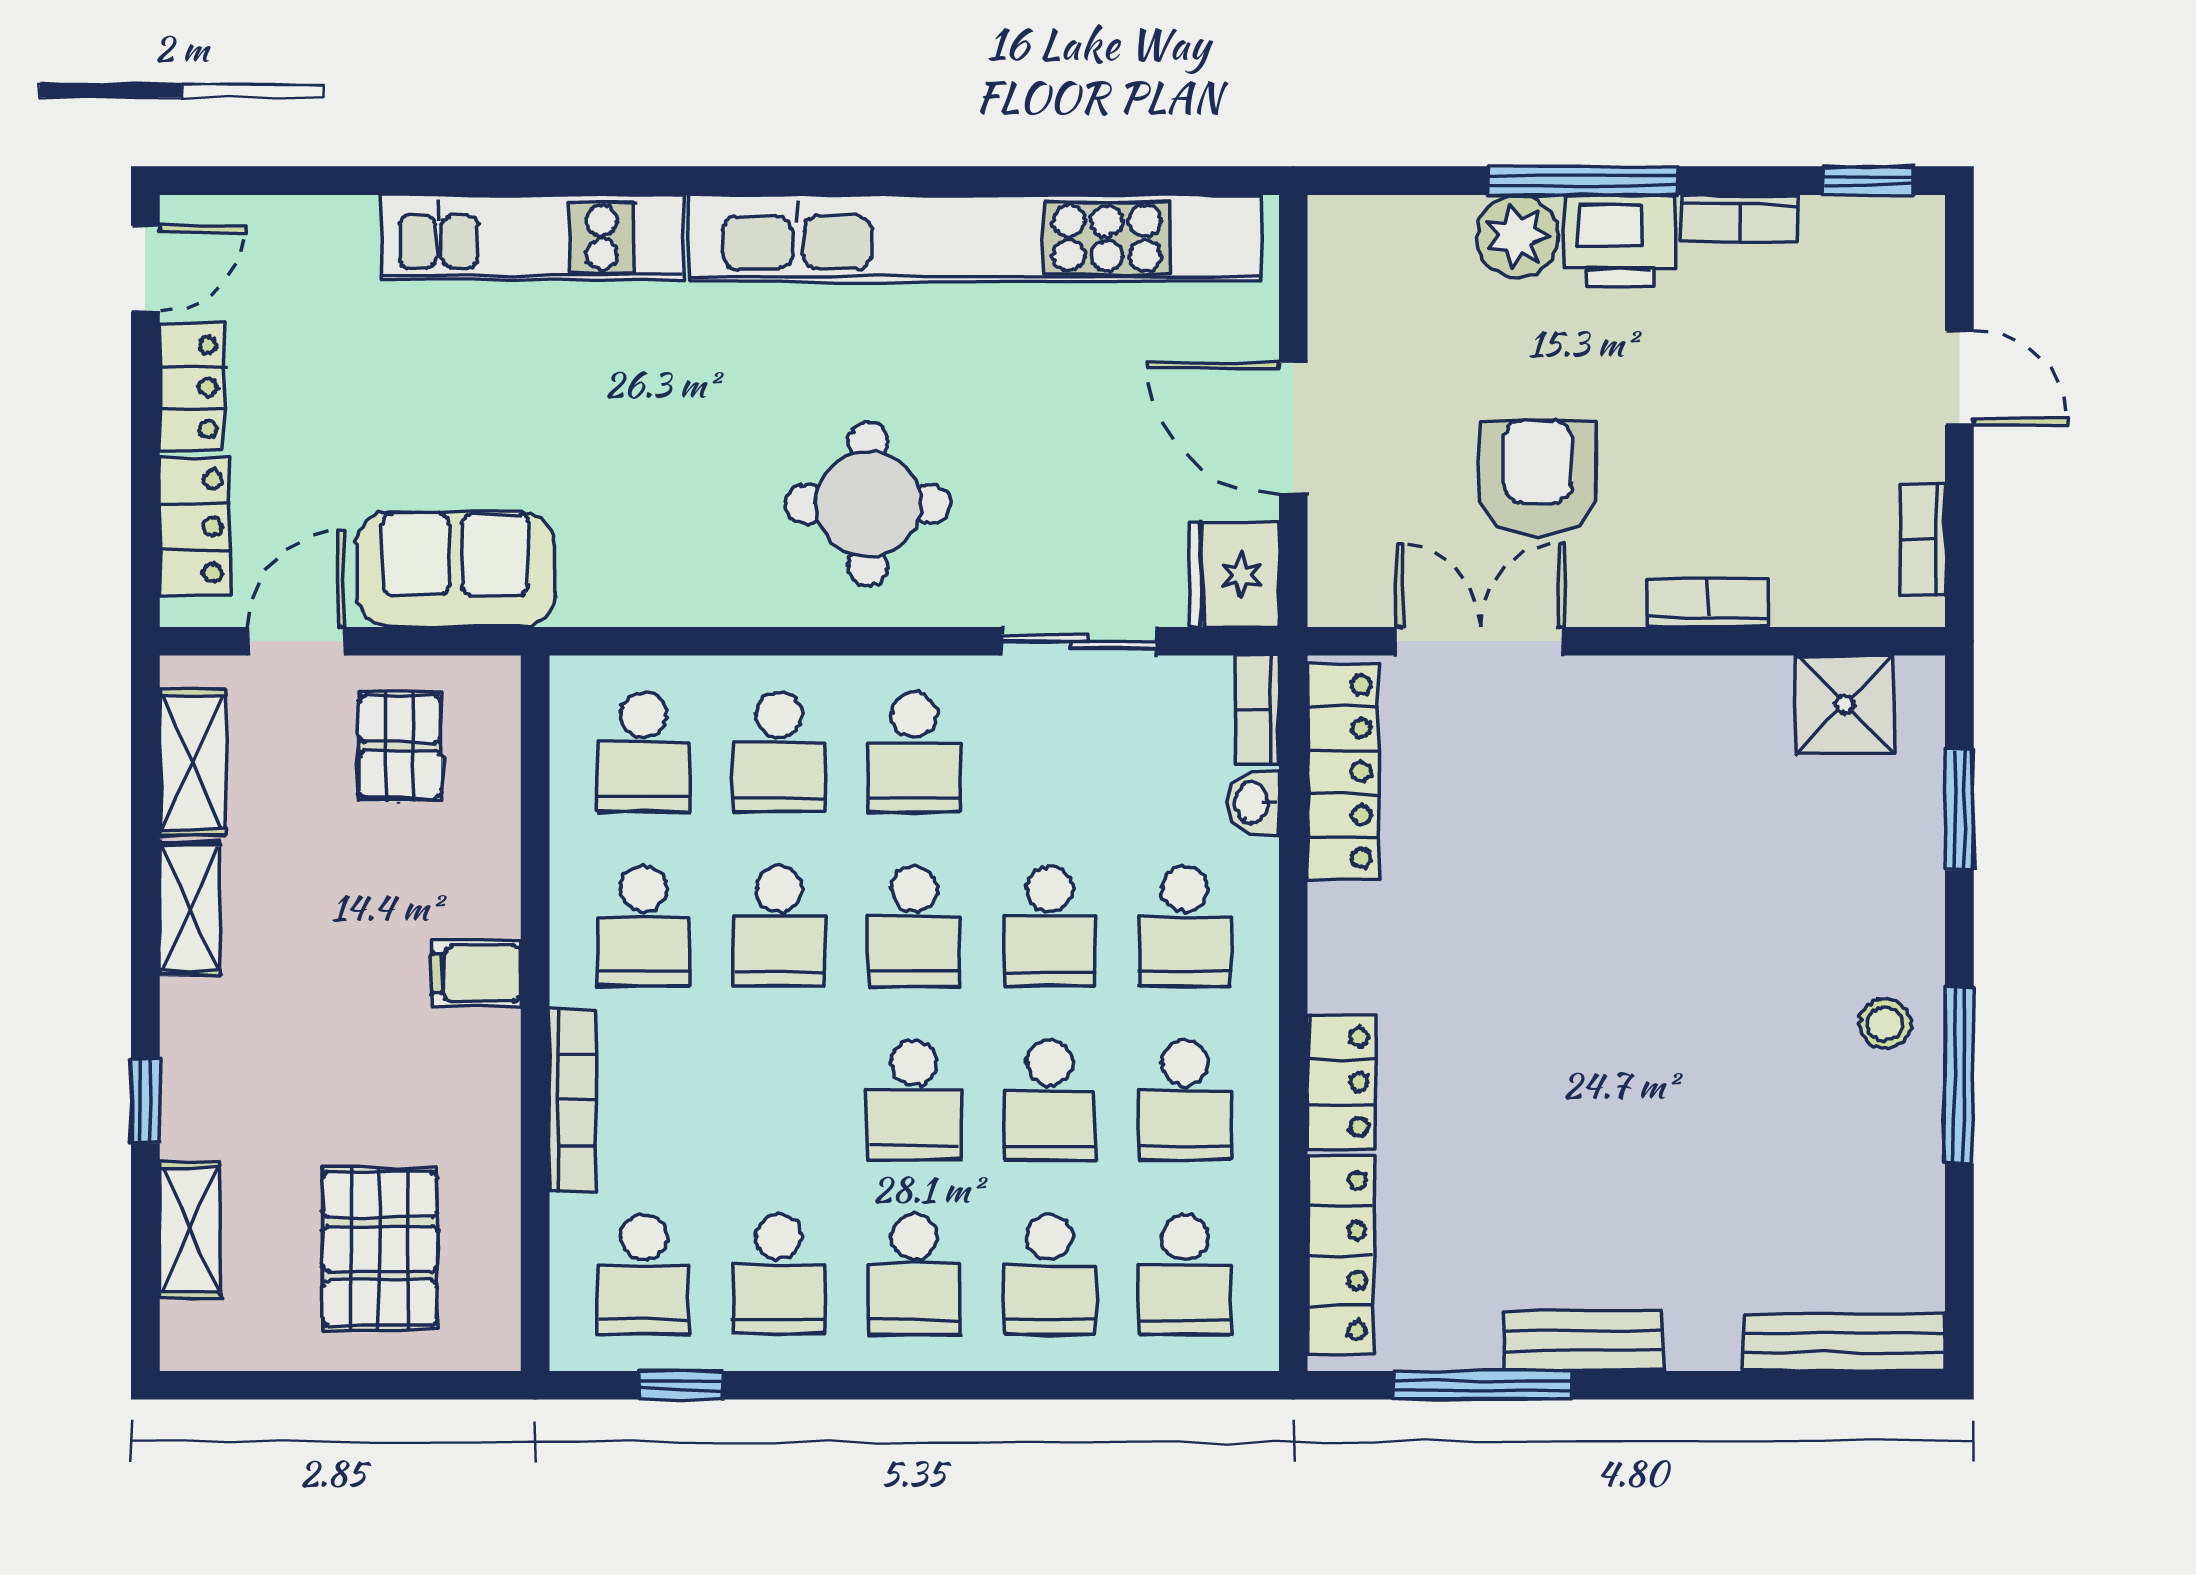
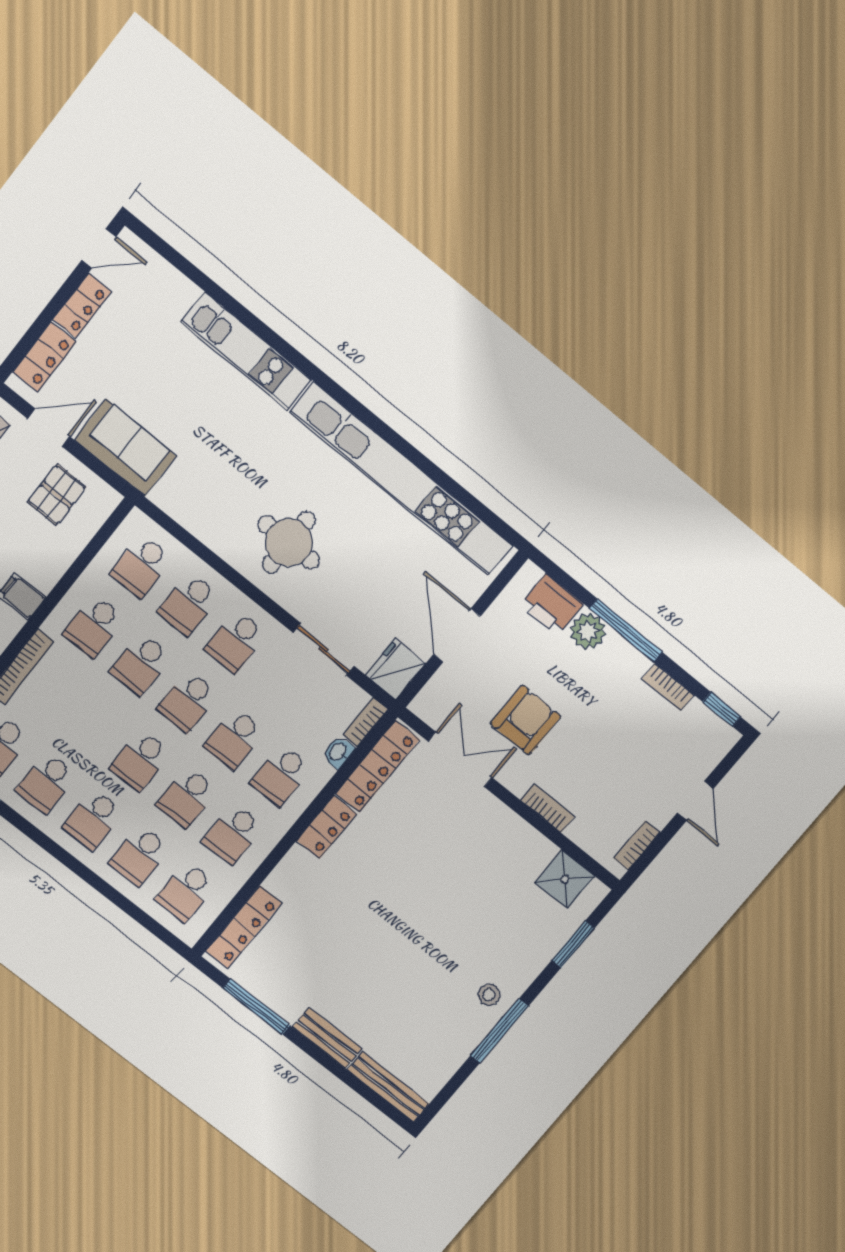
printer: (1620, 241) -> (552, 604), moved
locker: (1342, 1082) -> (327, 827), moved
bench: (1583, 1341) -> (327, 1038), moved

